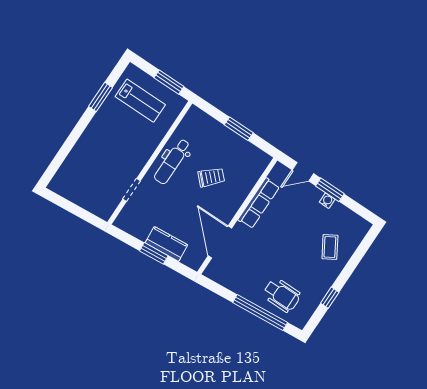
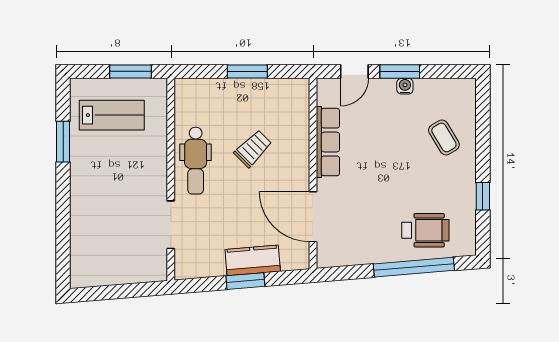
doorway: (132, 190) -> (171, 225), width x1.38

